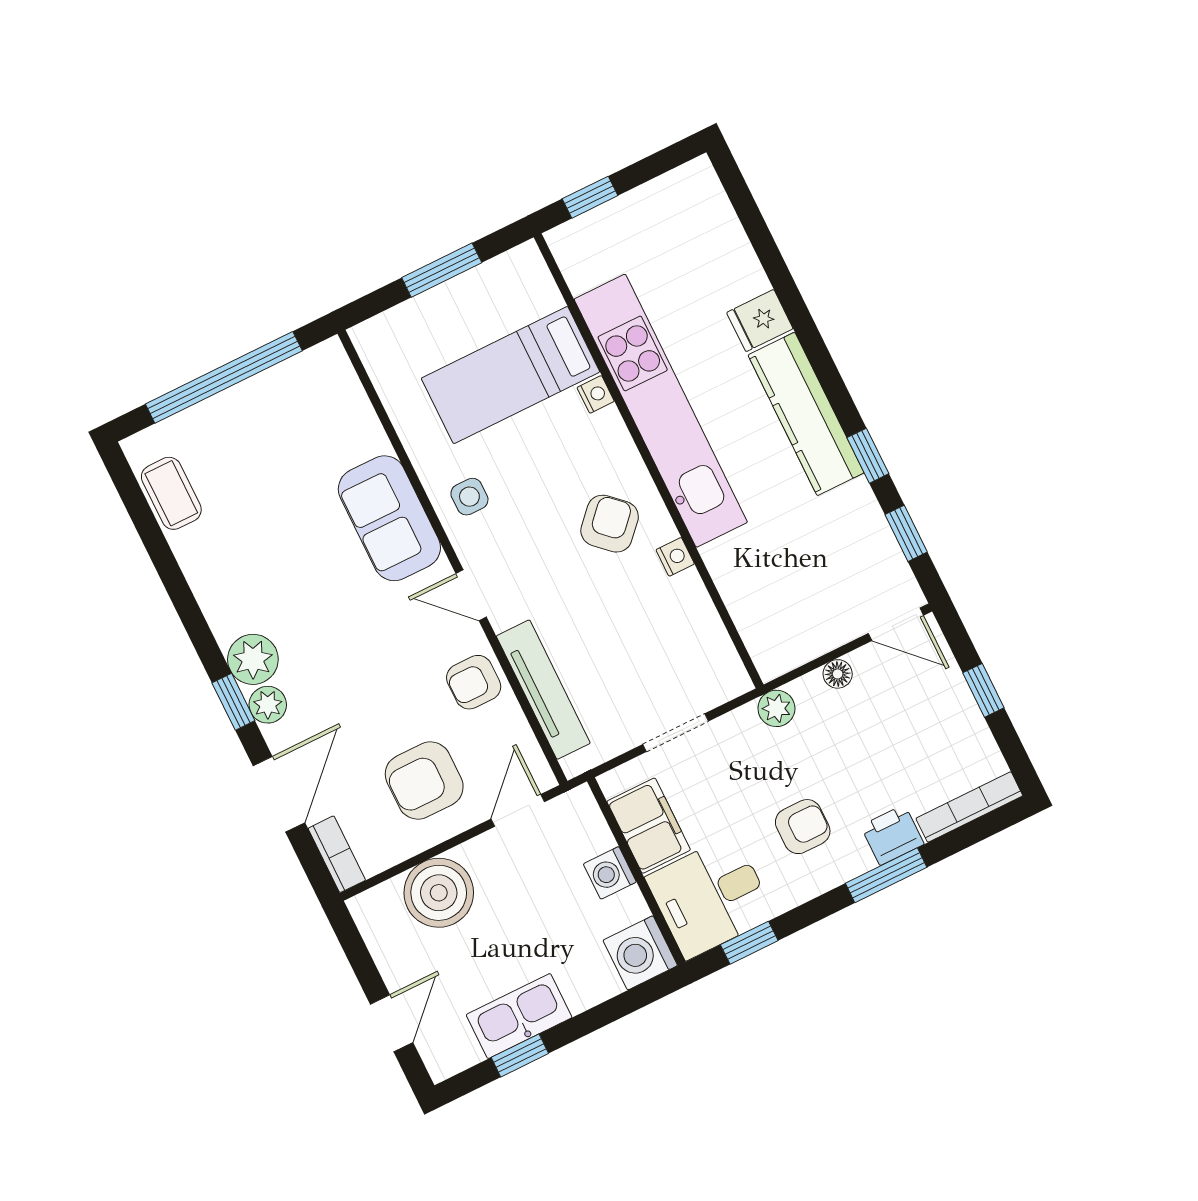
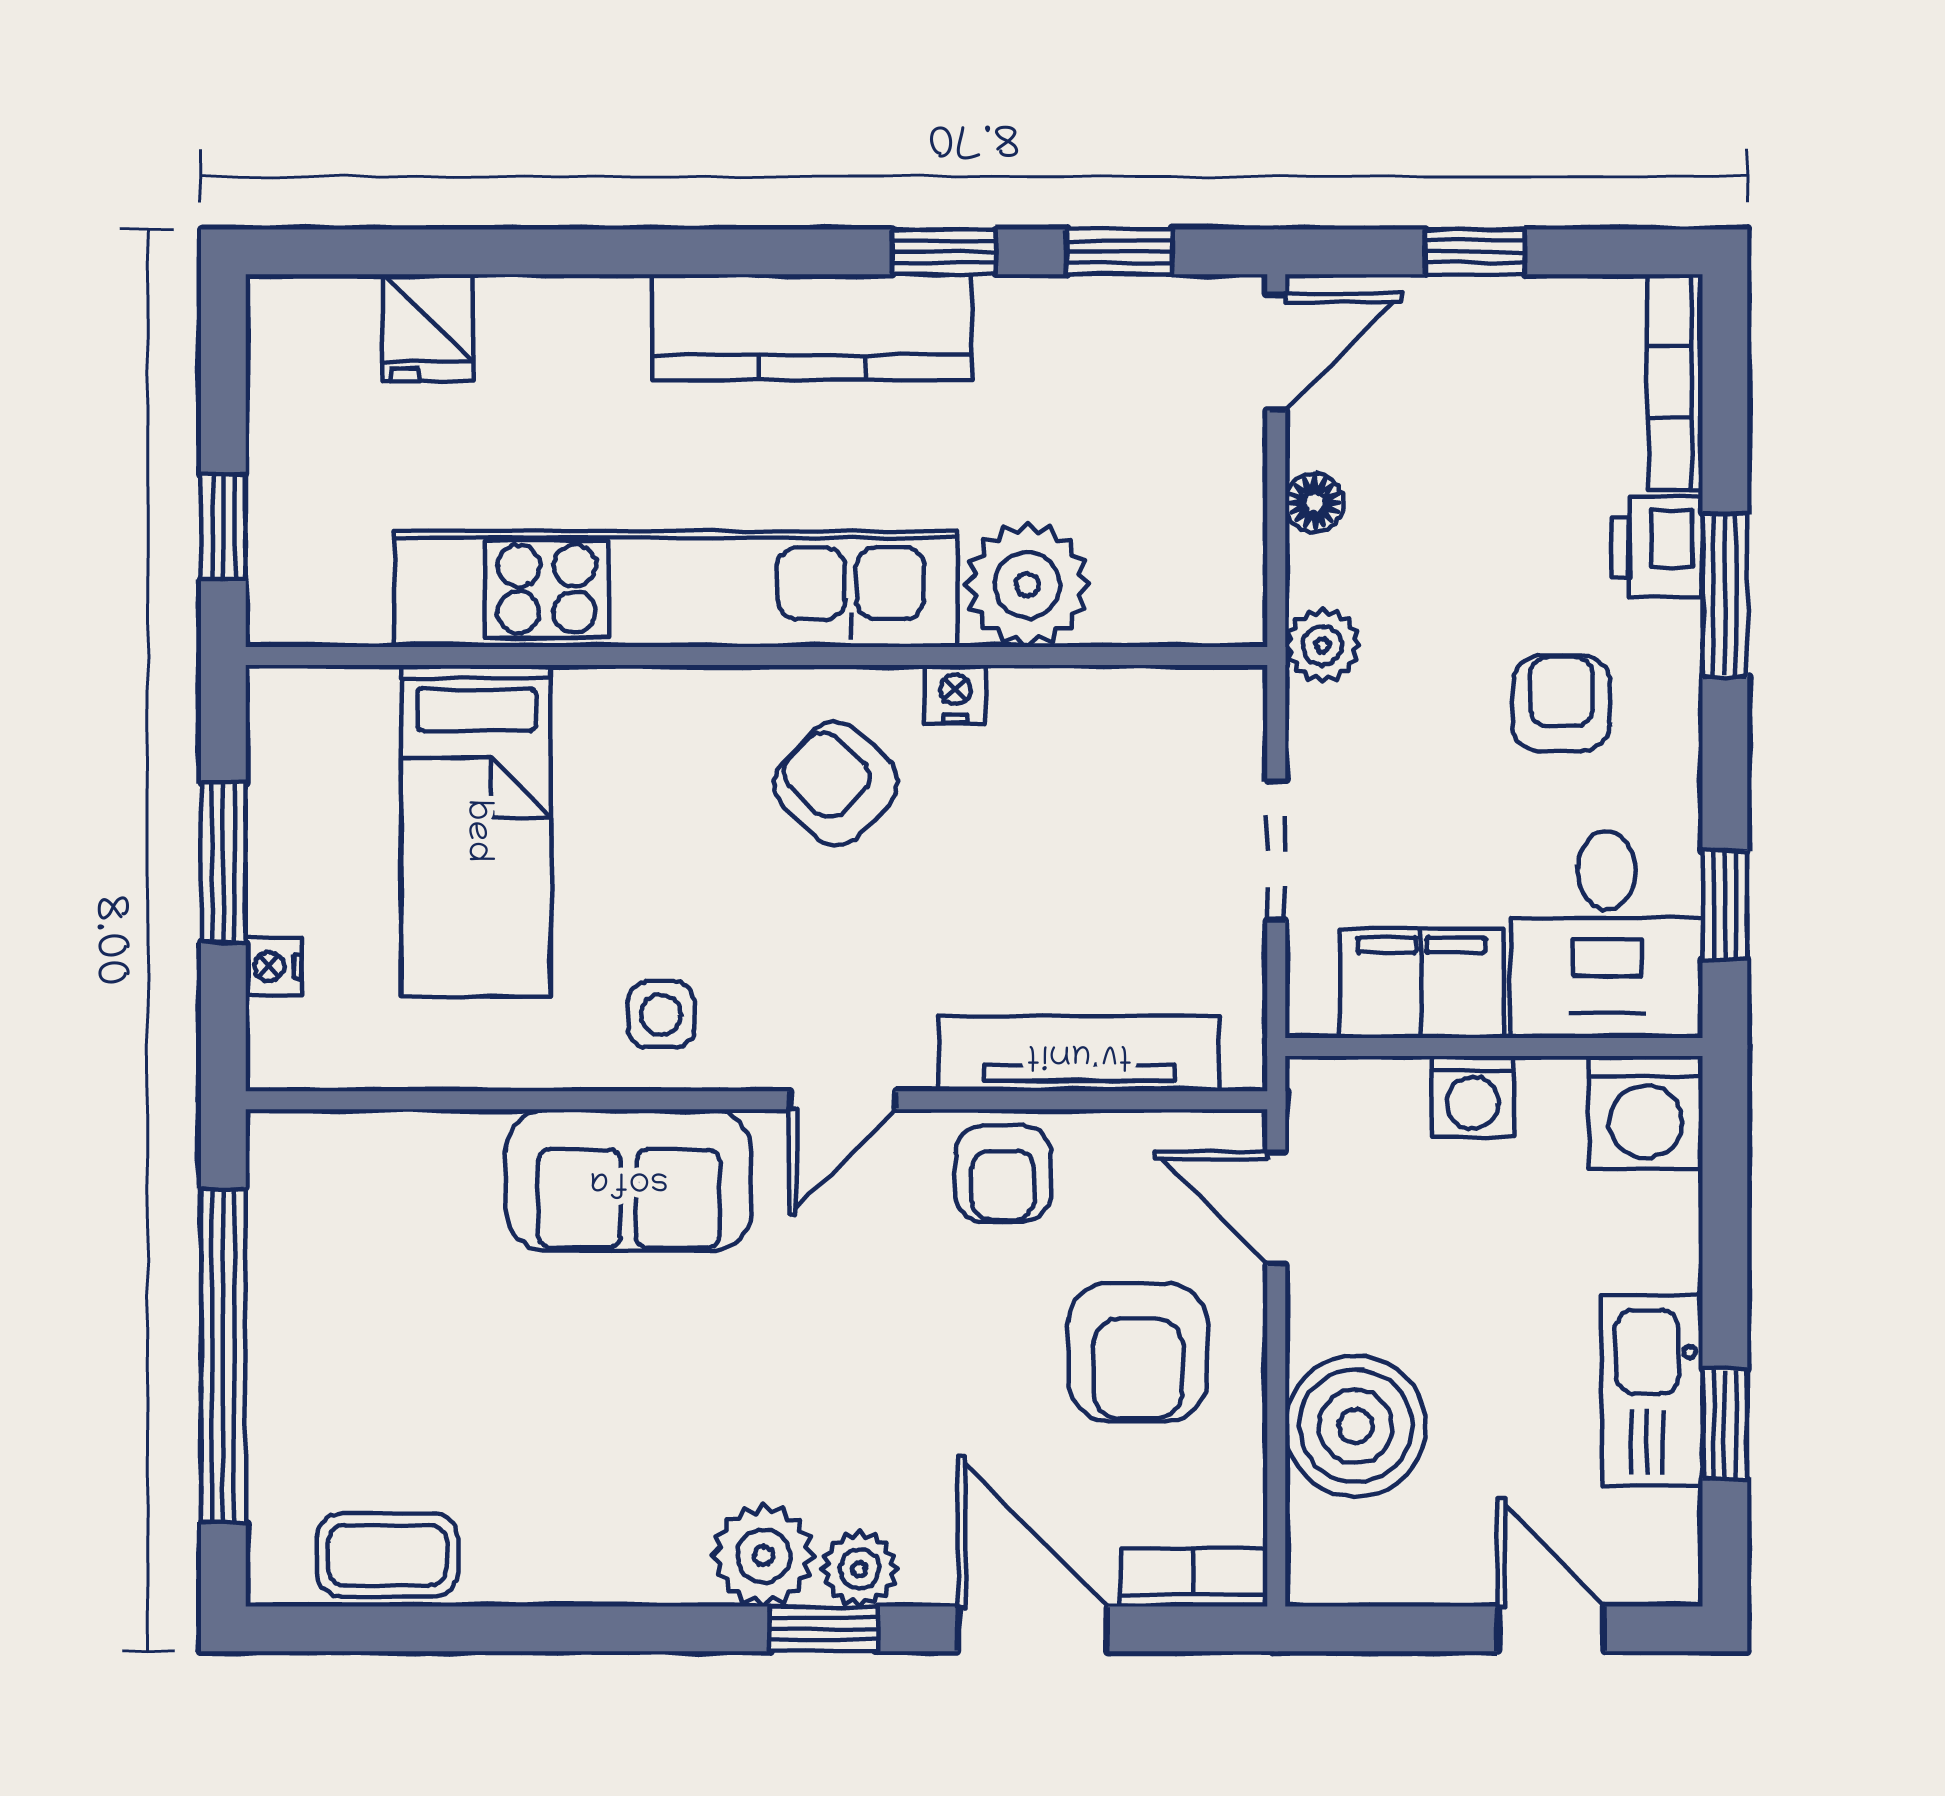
fridge: (760, 321) -> (428, 328), moved
nightstand: (596, 394) -> (274, 966), moved, turned -90
plant: (739, 565) -> (1027, 585), added

